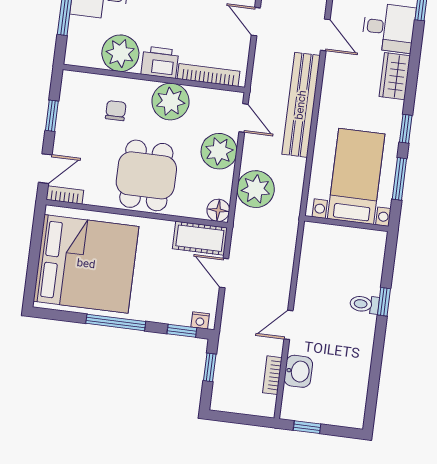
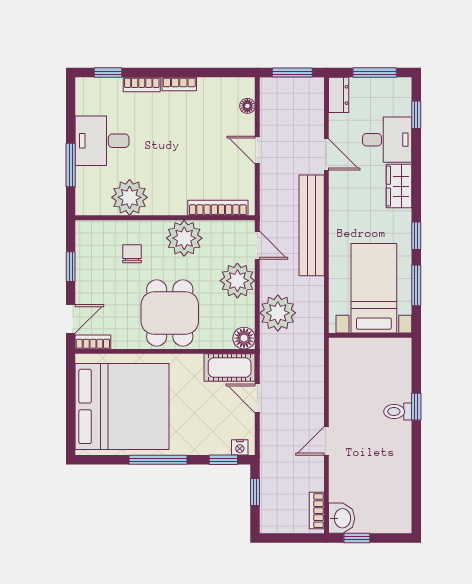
printer: (160, 62) -> (169, 201), removed
washbasin: (298, 371) -> (342, 518), moved
bookcase: (272, 375) -> (317, 511), moved

